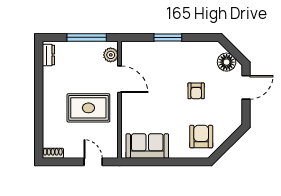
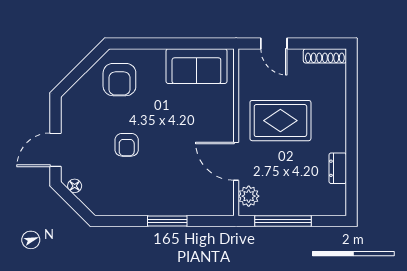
dresser: (48, 55) -> (338, 168), moved
floor lamp: (227, 62) -> (75, 186), width x0.53, depth x0.53
armchair: (196, 91) -> (127, 145), turned 180
shoe rack: (53, 153) -> (325, 56), width x1.43

